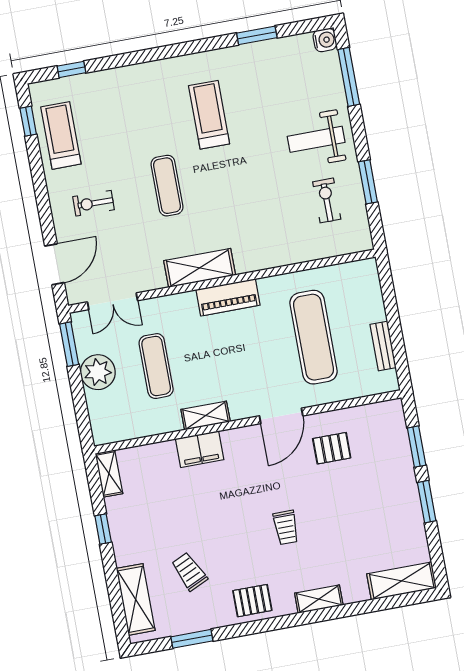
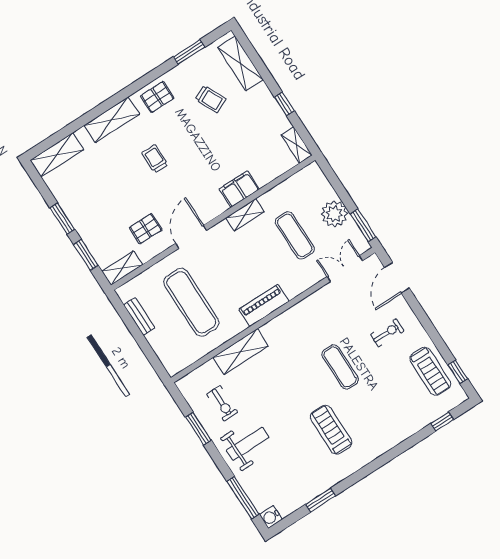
treadmill: (209, 115) -> (331, 430), turned 180
shelving: (200, 268) -> (241, 352), moved
shelving: (379, 413) -> (122, 268), added
shelving: (319, 599) -> (112, 120), width x1.50, depth x1.33

